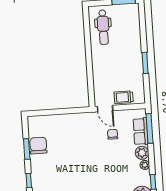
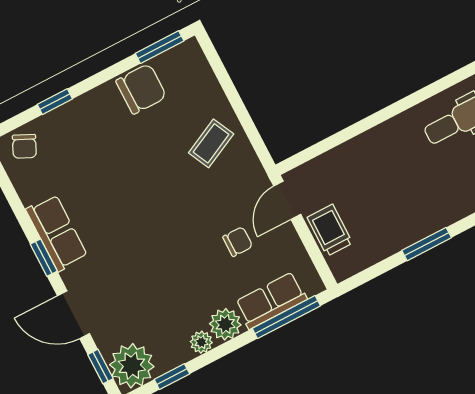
coffee table: (71, 128) -> (211, 143), added
window: (27, 149) -> (160, 47), moved

